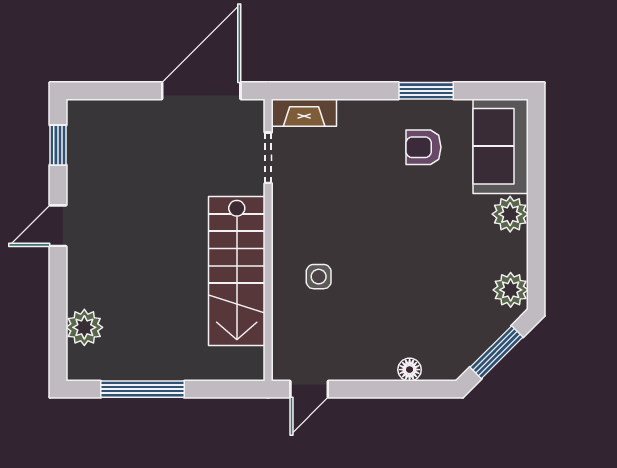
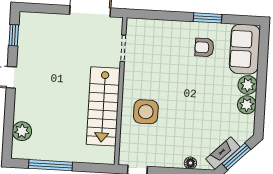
fireplace: (304, 113) -> (223, 153), moved, turned 135
side table: (319, 277) -> (146, 112), width x1.87, depth x1.87
plant: (511, 290) -> (247, 105), moved

